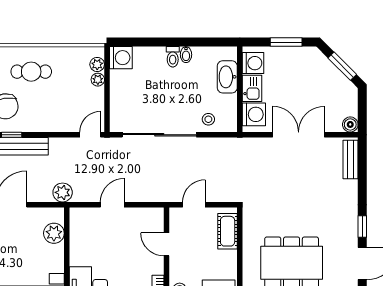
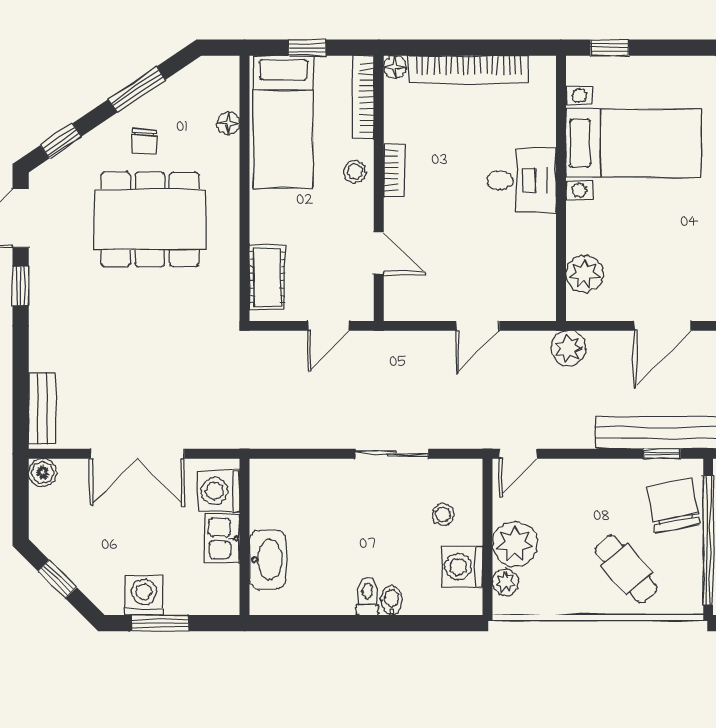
bidet: (186, 55) -> (392, 600), moved
washing machine: (121, 58) -> (462, 567), moved
washing machine: (253, 63) -> (144, 596), moved, turned 90
window: (342, 66) -> (57, 579), width x0.67
cafe table: (31, 72) -> (626, 569), turned 50
plant: (98, 80) -> (515, 544), width x1.88, depth x1.88
stool: (208, 119) -> (443, 514), moved
sliding door: (159, 135) -> (392, 454), width x0.54

